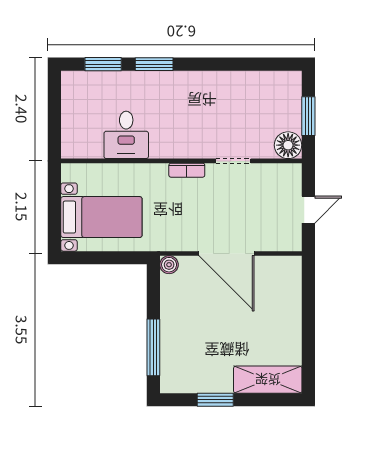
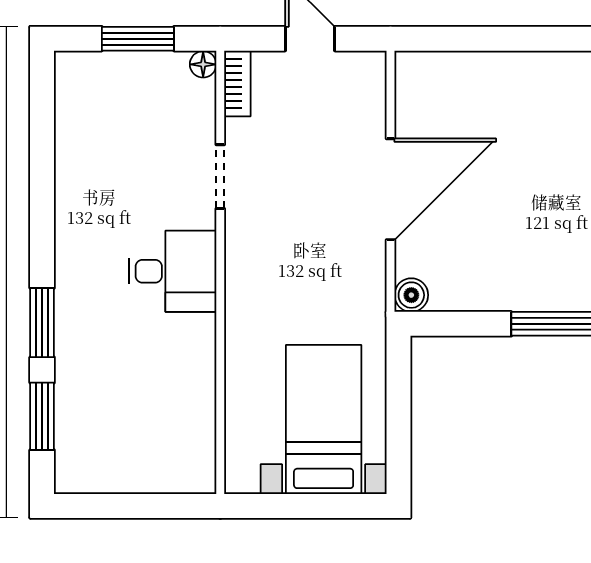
desk: (126, 135) -> (172, 271), moved
floor lamp: (288, 145) -> (203, 64), width x0.53, depth x0.53
bookcase: (187, 170) -> (237, 84), moved

